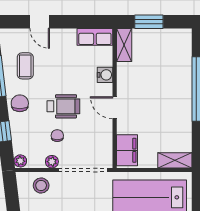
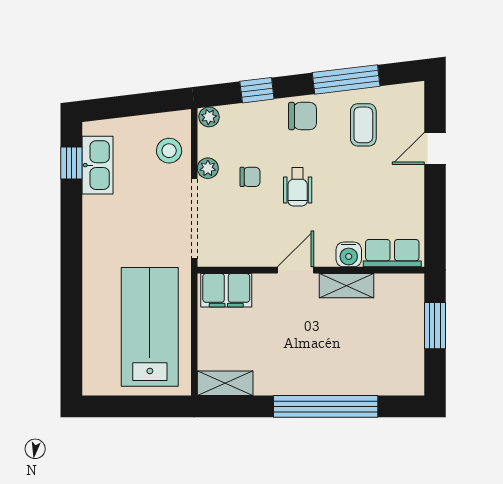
row of seats: (95, 37) -> (392, 253), moved, turned 90
shelving: (124, 45) -> (347, 286), moved
coffee table: (25, 66) -> (363, 125), turned 90
wheelchair: (63, 106) -> (298, 187), width x0.73, depth x0.73
shelving: (175, 160) -> (225, 383), moved, turned 90

